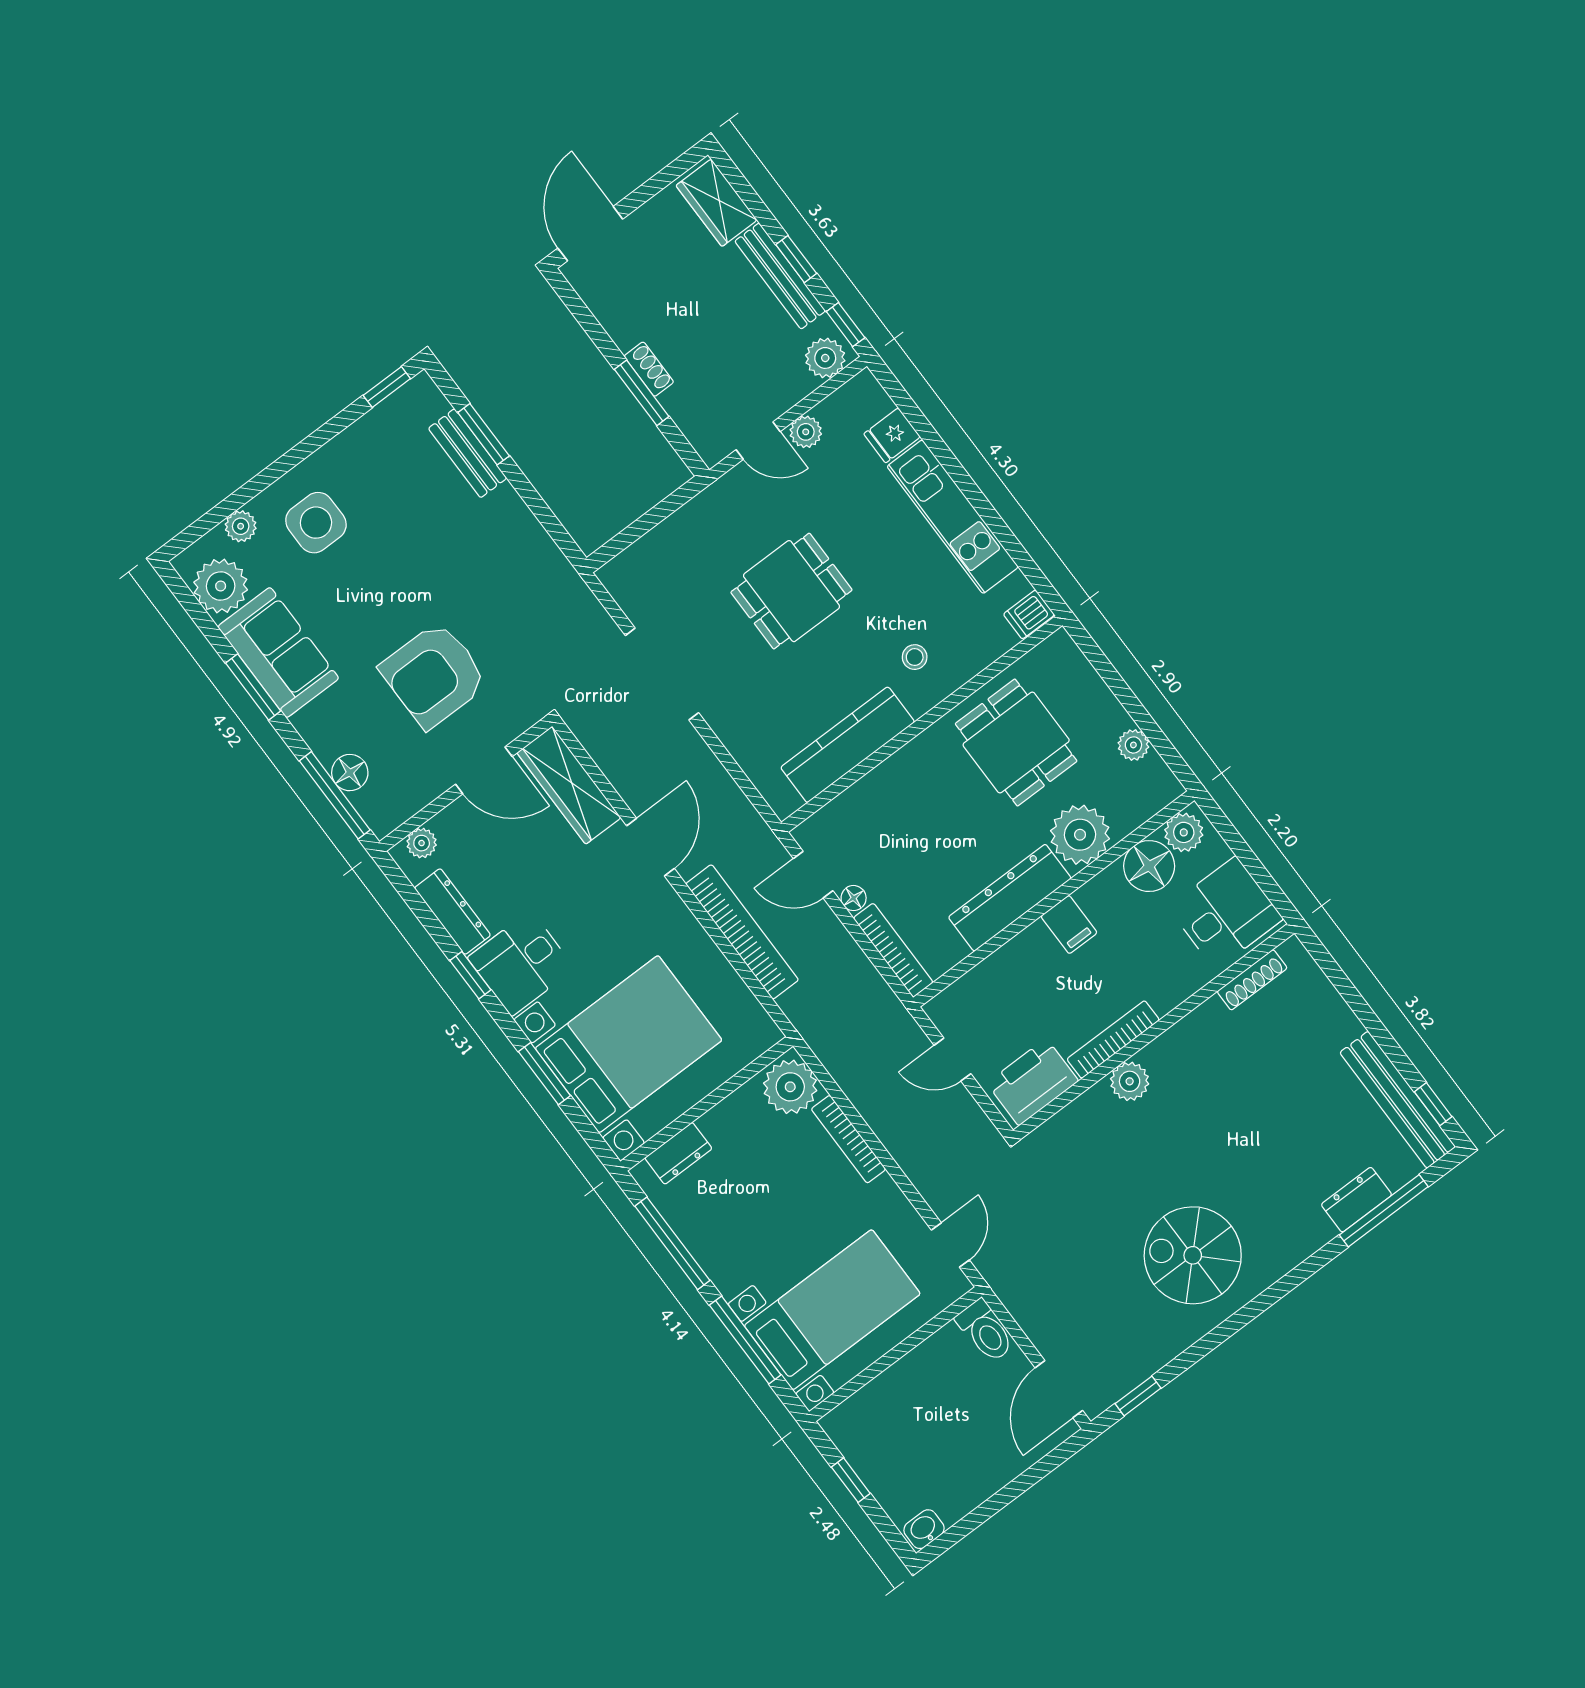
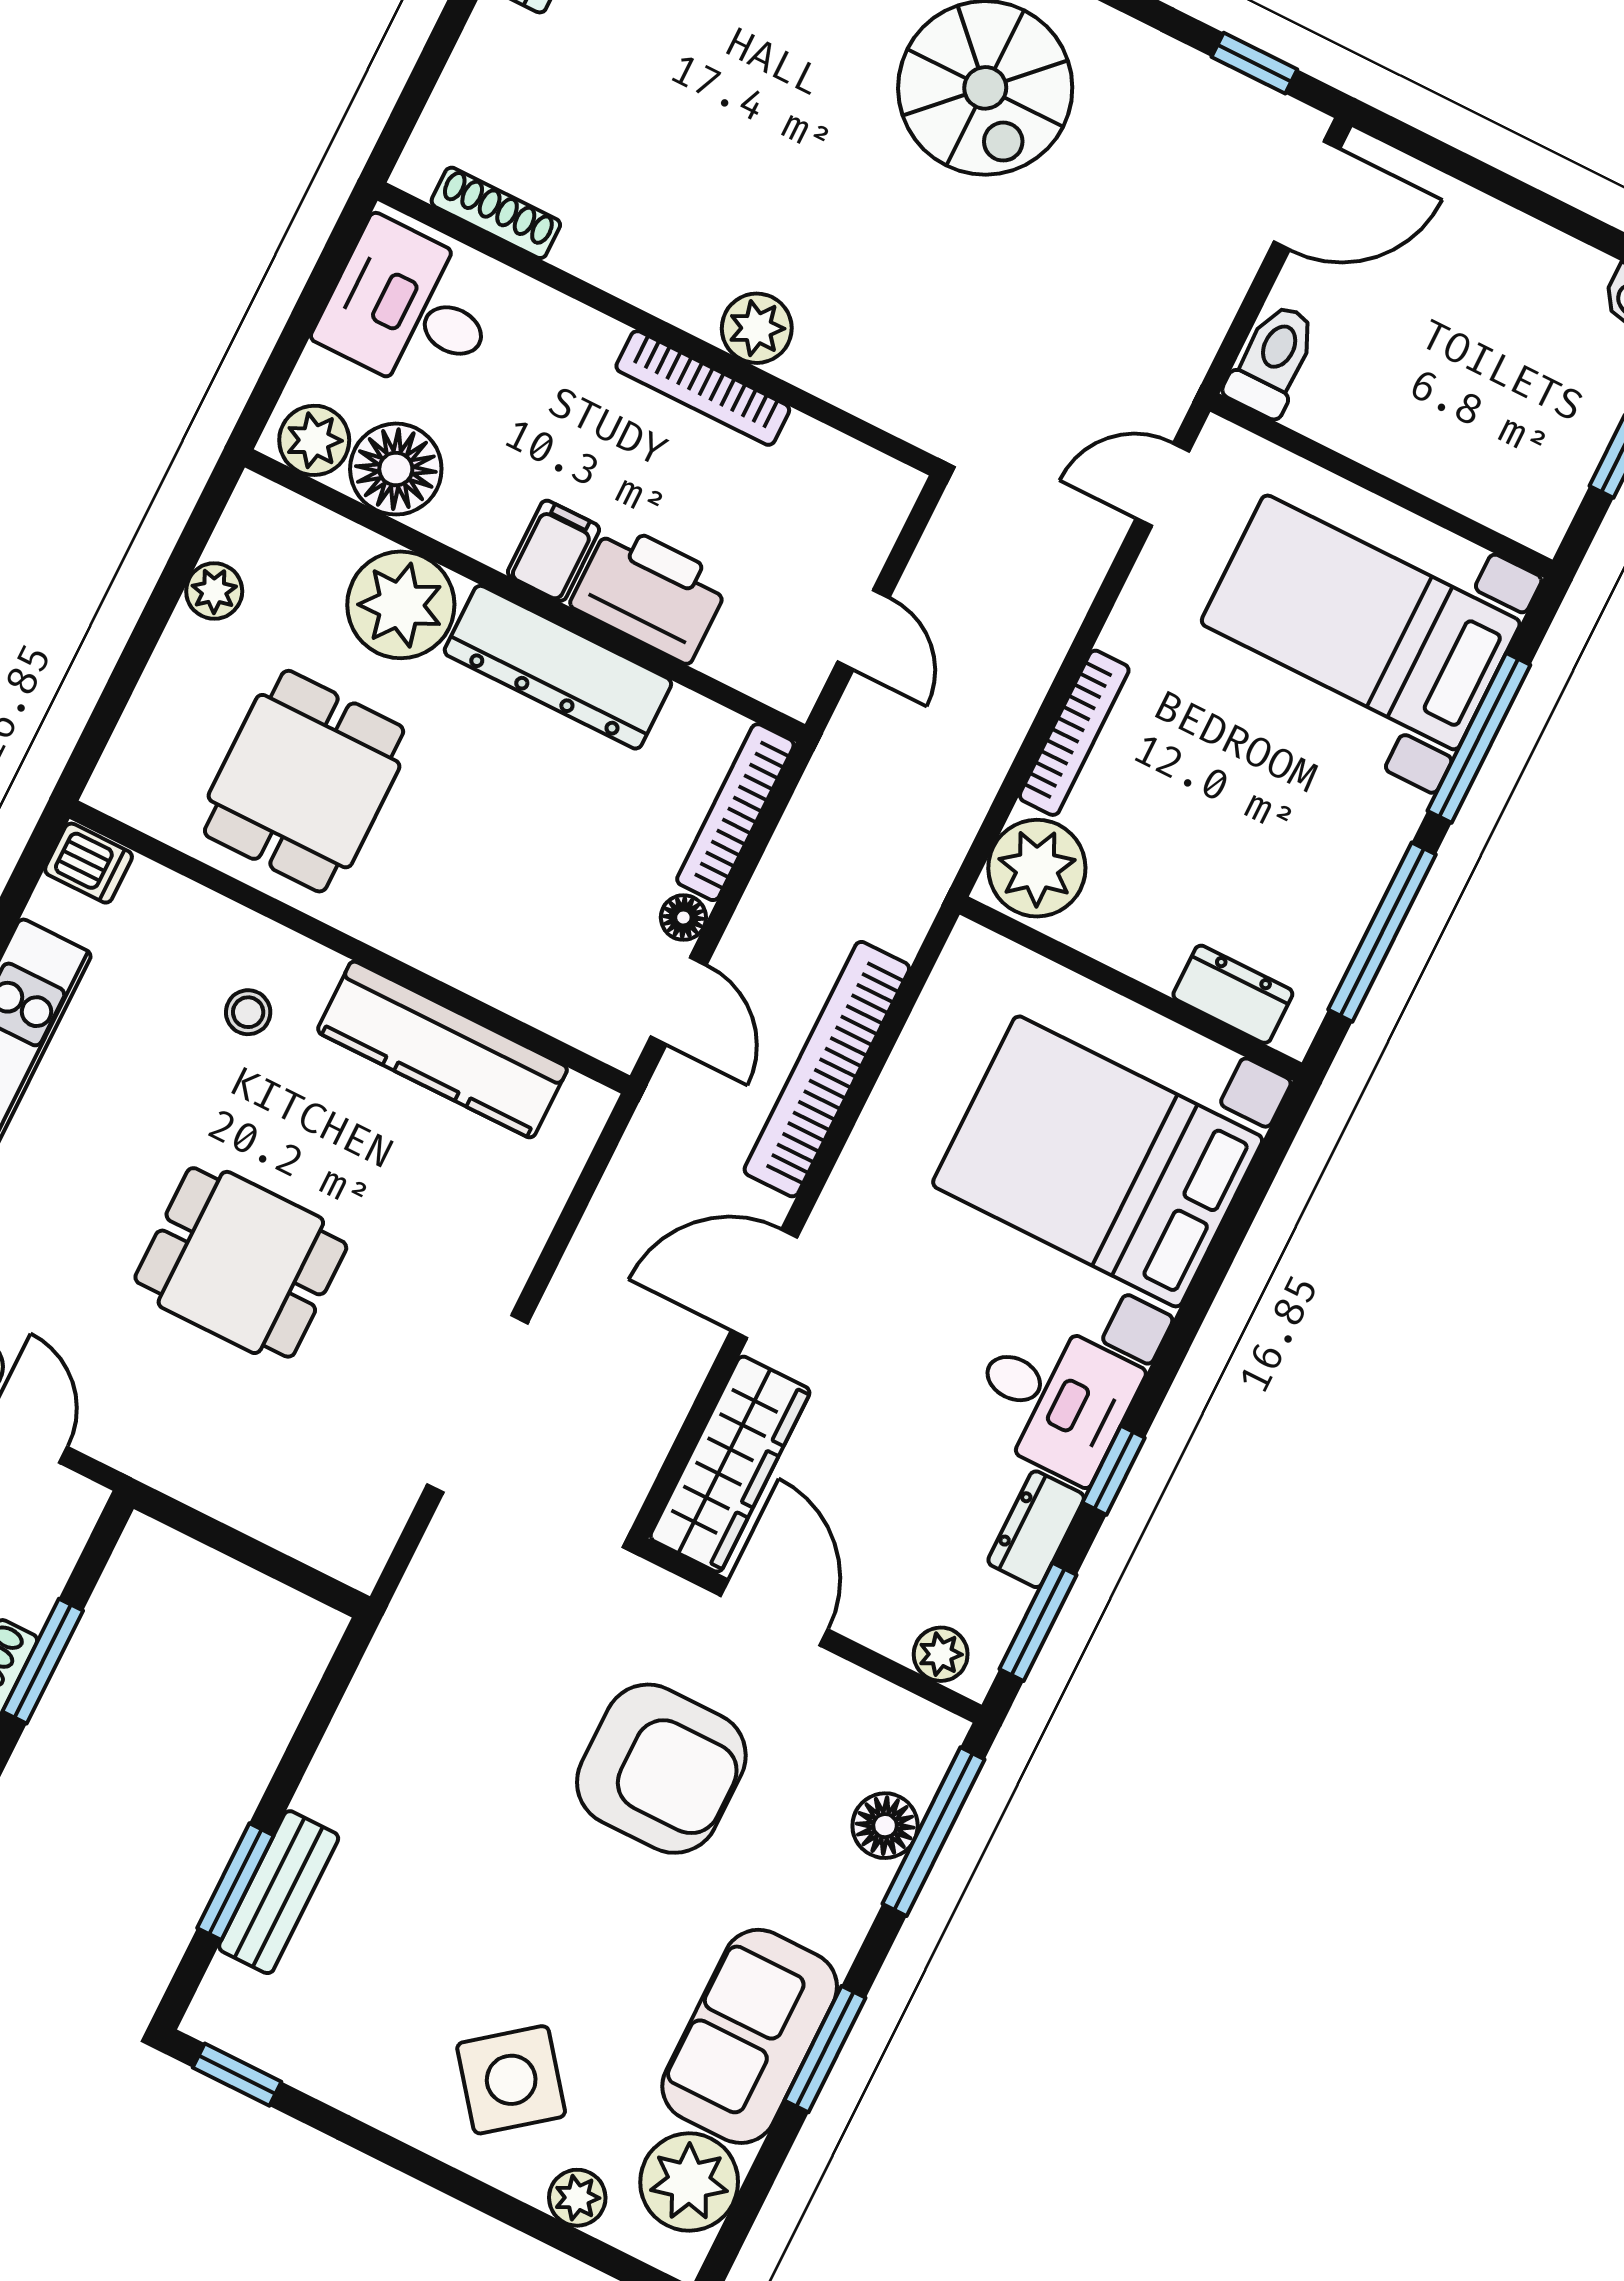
side table: (316, 523) -> (511, 2080), turned -38
dresser: (453, 912) -> (1036, 1529), width x0.70
window: (544, 1074) -> (1038, 1622), moved
printer: (1033, 1082) -> (650, 593), moved, turned 180

